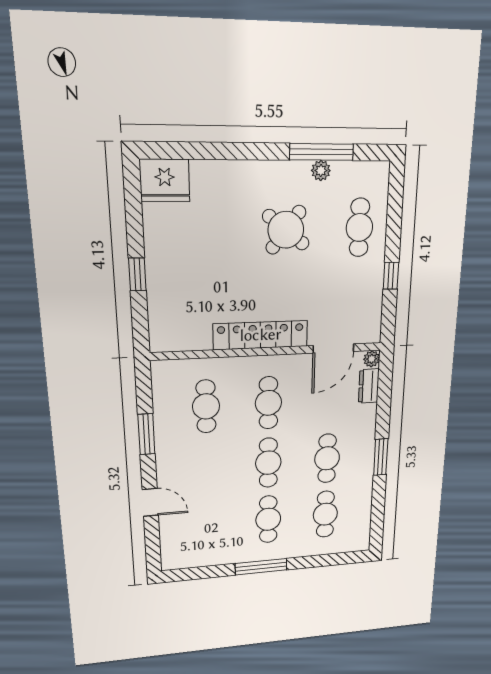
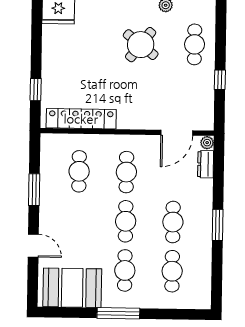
window: (137, 274) -> (36, 89), moved
locker: (261, 335) -> (81, 119), moved
booth: (204, 545) -> (72, 288), added

